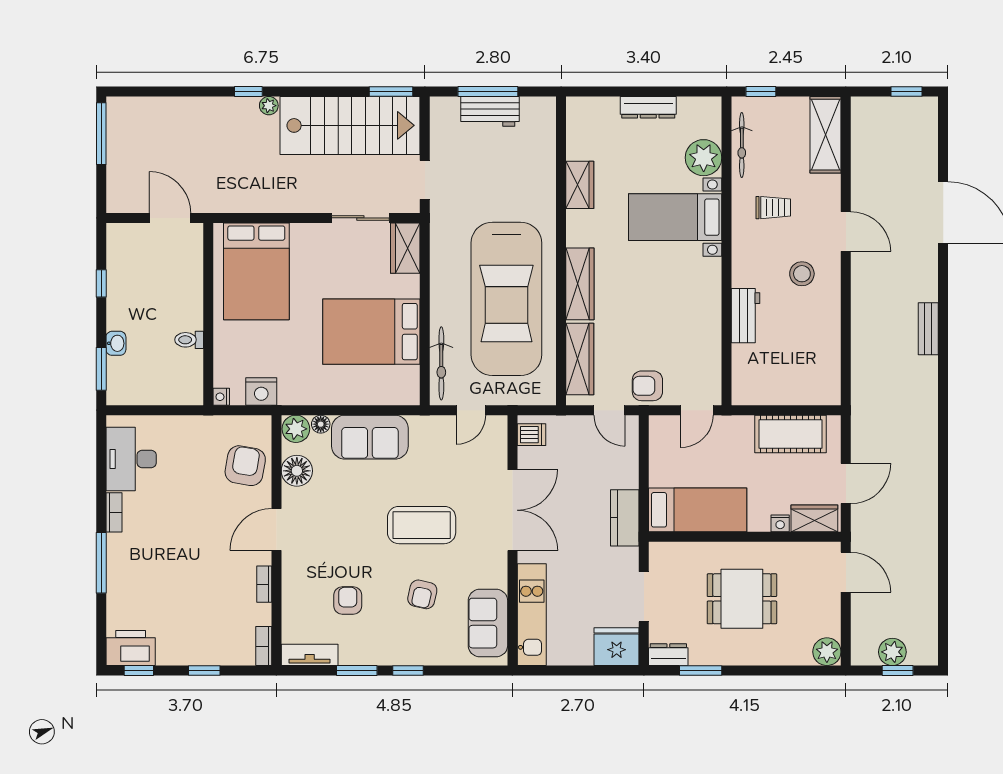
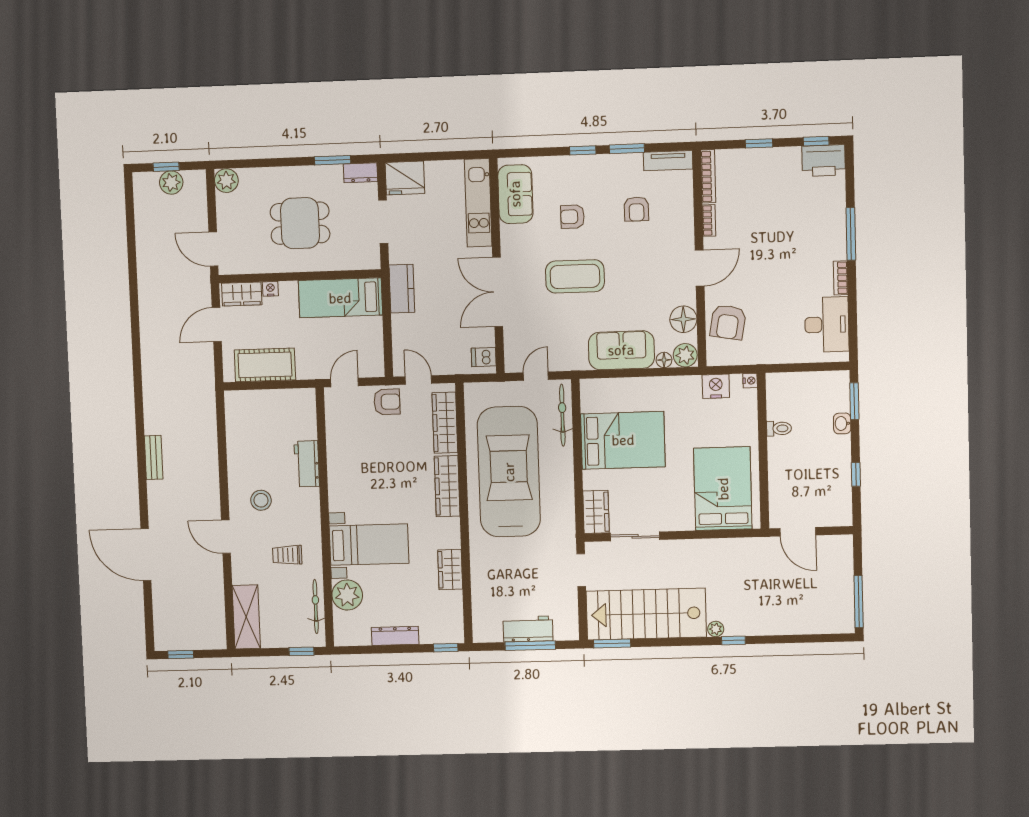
window: (588, 91) -> (446, 648), added
armchair: (422, 594) -> (572, 217), turned -103
bookcase: (264, 646) -> (708, 176), width x1.56

